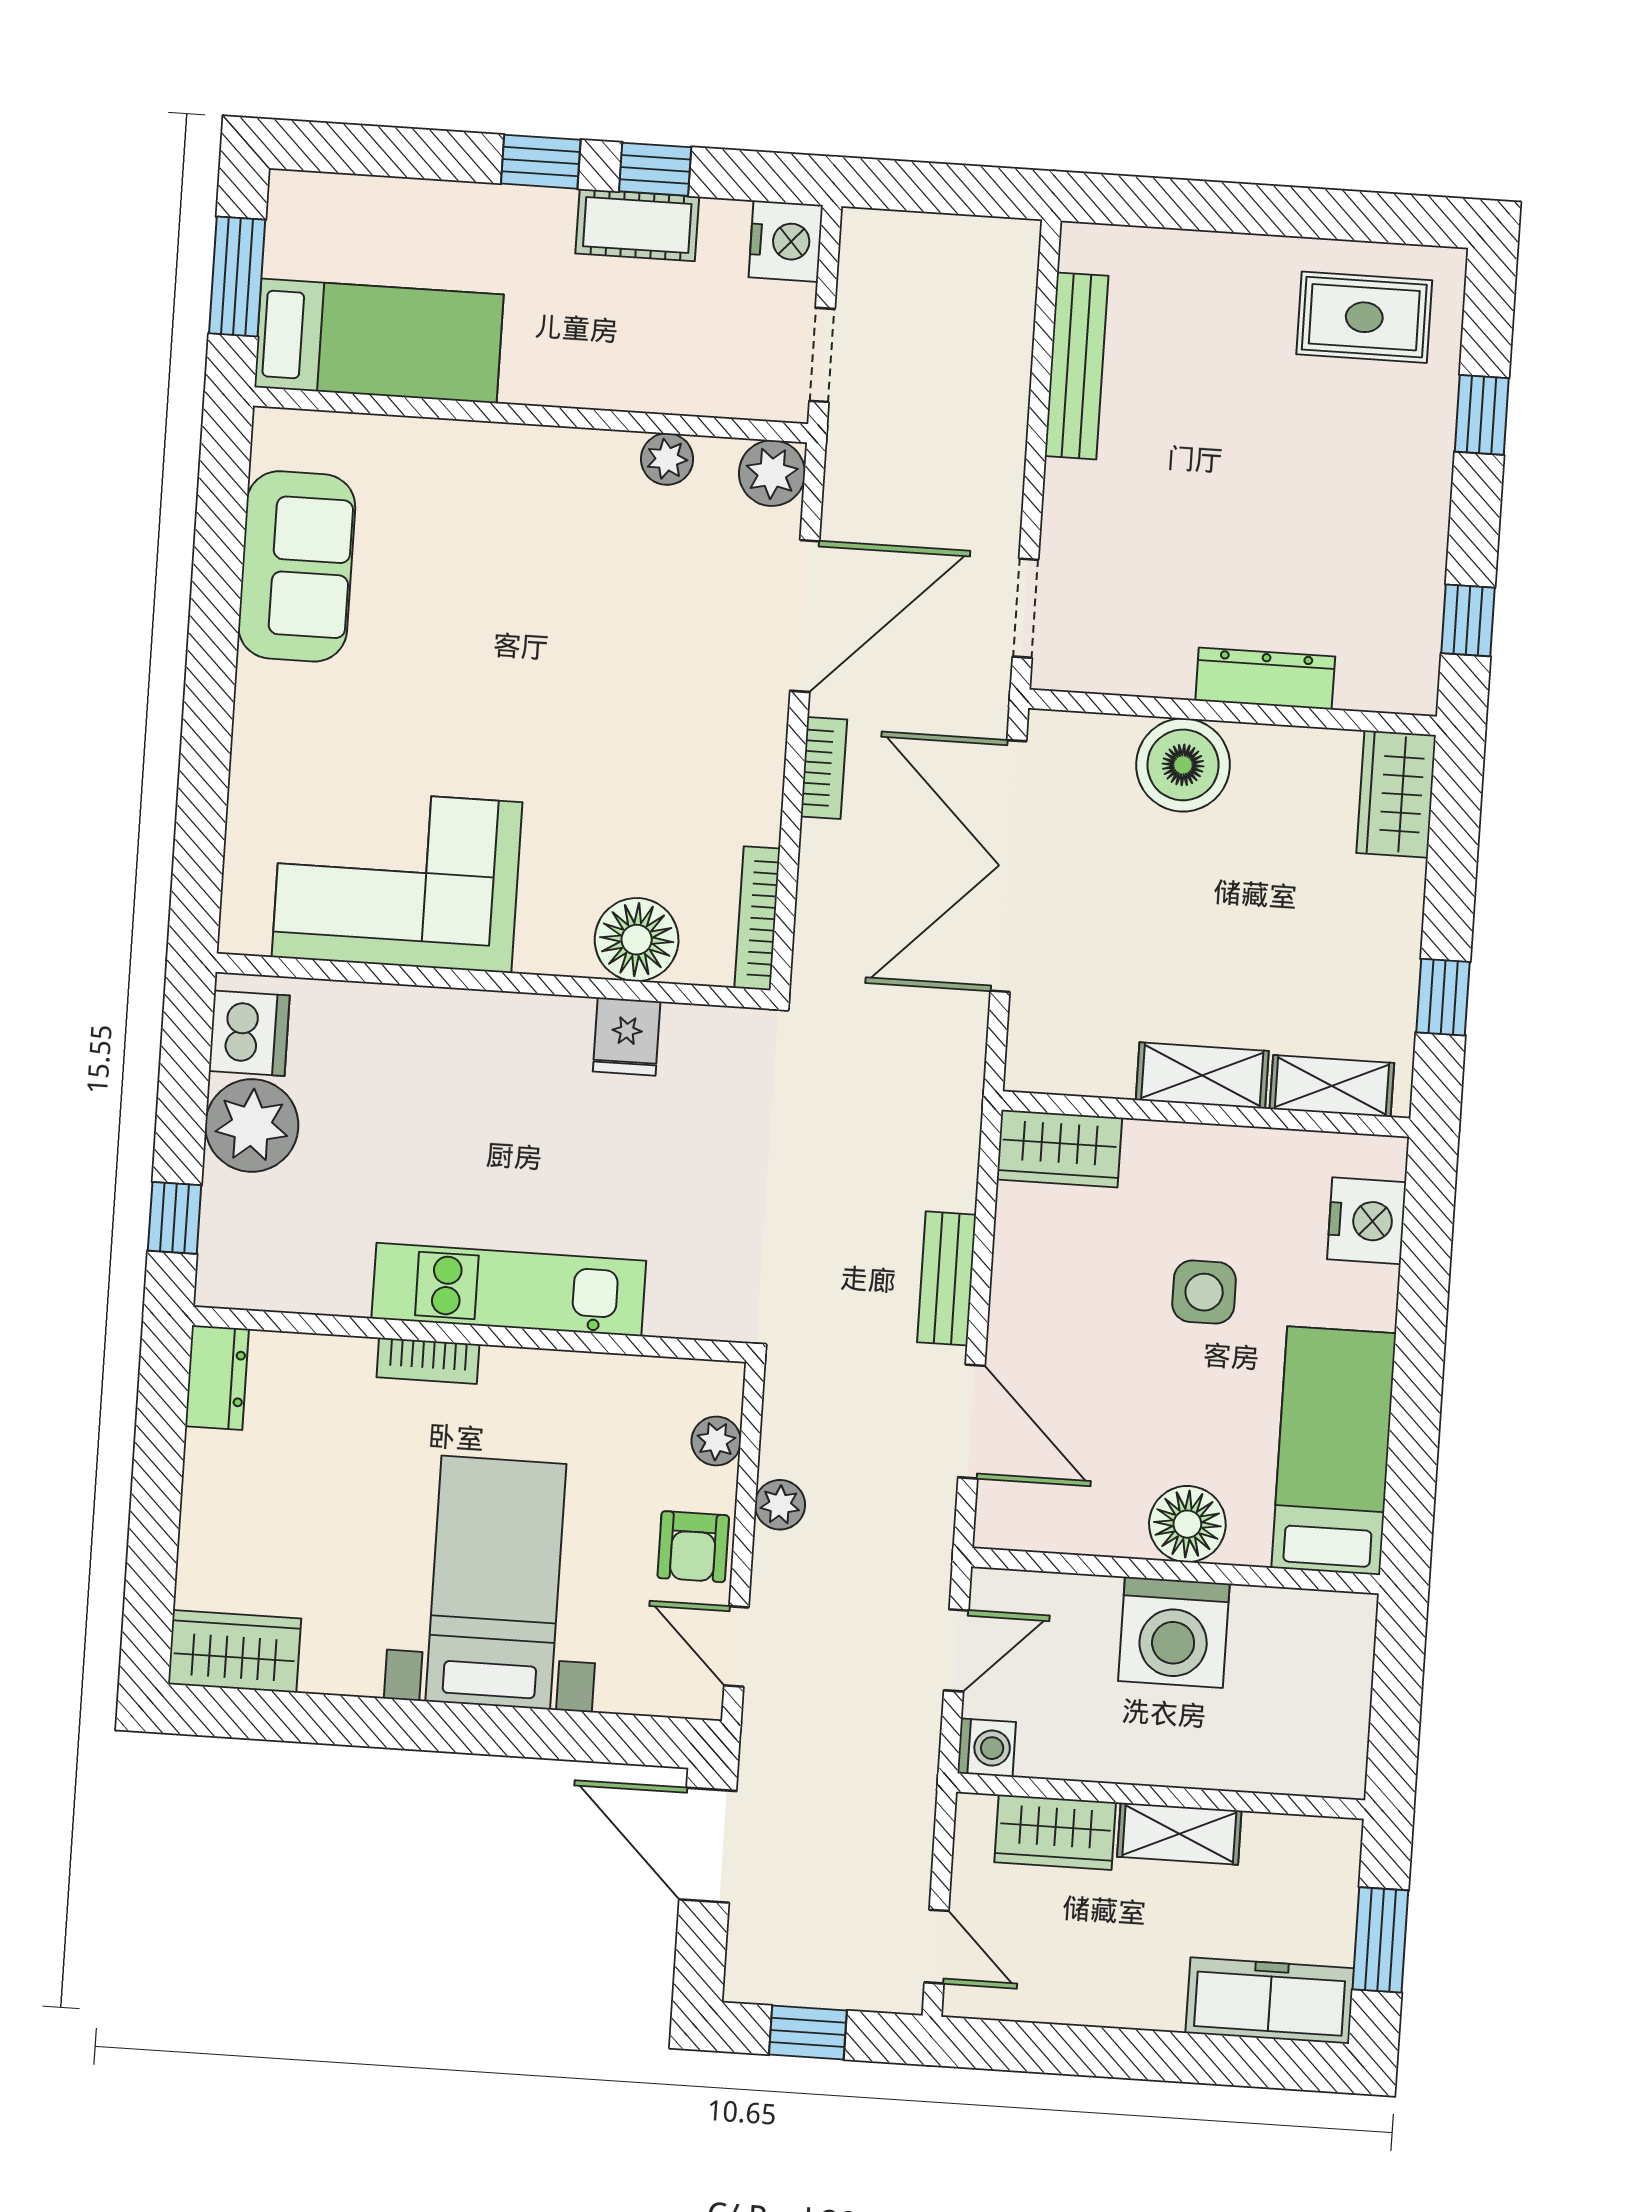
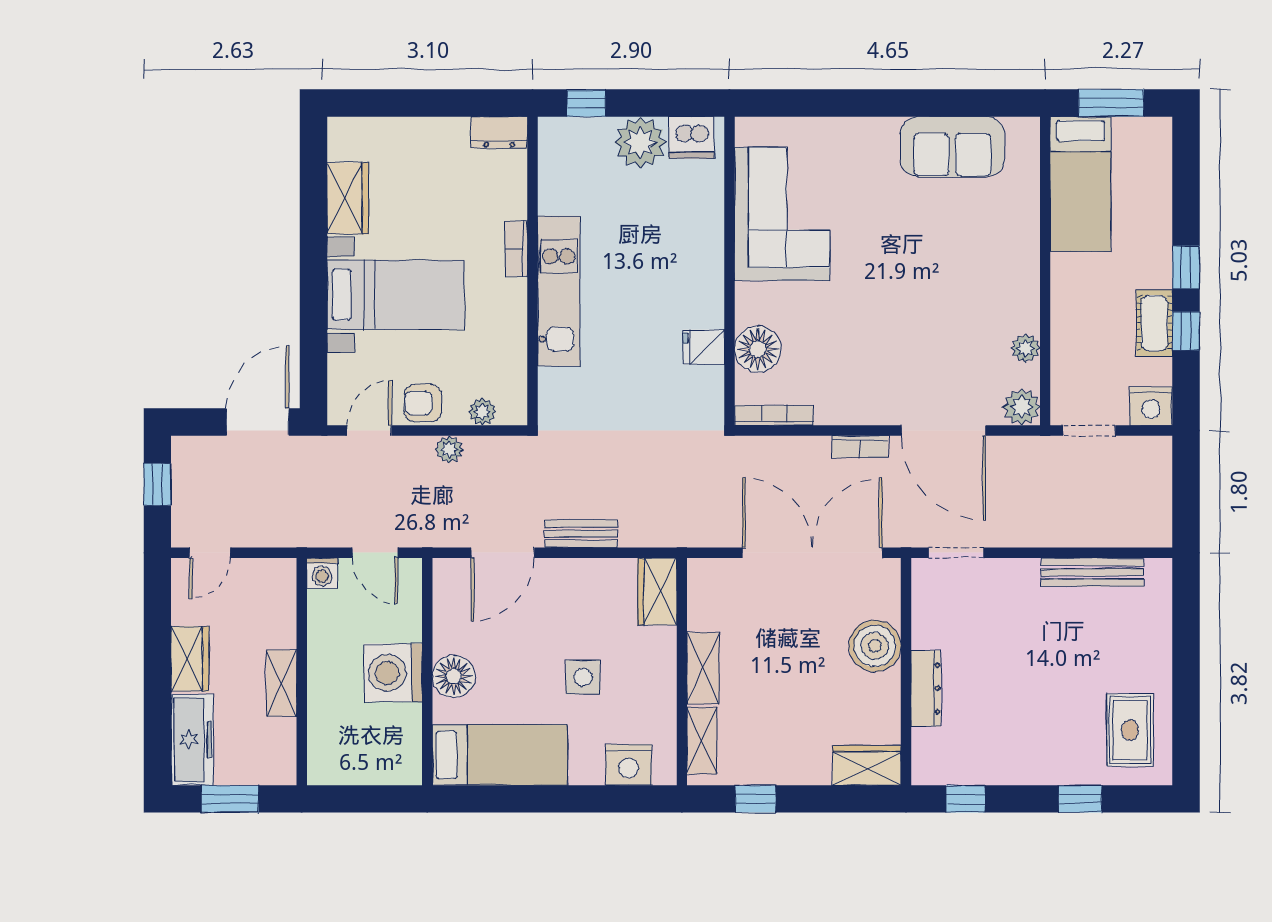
wardrobe: (235, 1651) -> (348, 198), moved
wardrobe: (1055, 1832) -> (190, 659), moved, turned 180

